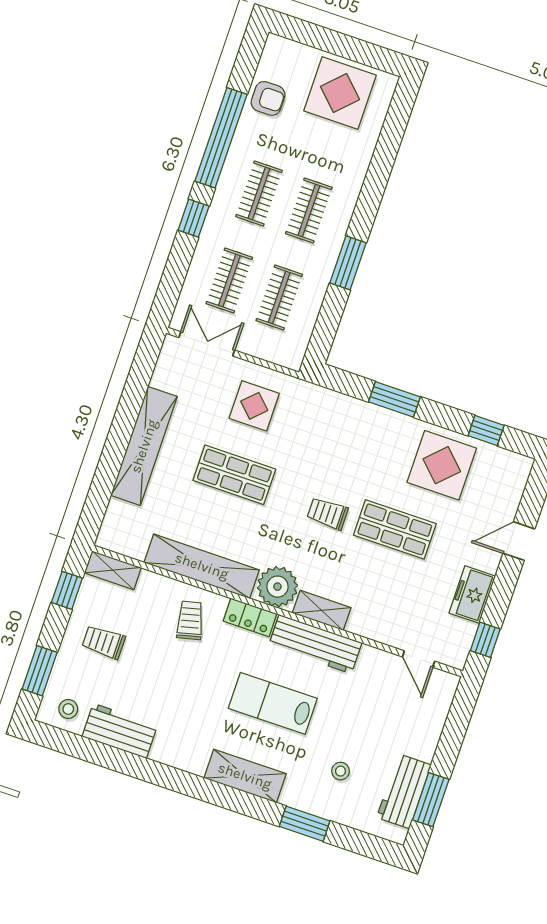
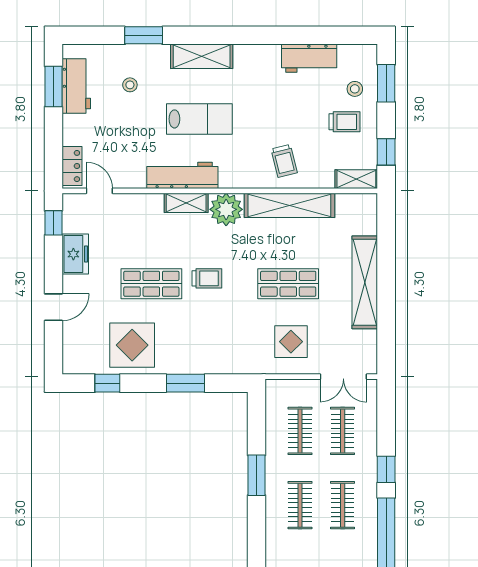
locker: (250, 617) -> (72, 166), moved, turned 90
stool: (68, 709) -> (355, 89), moved

